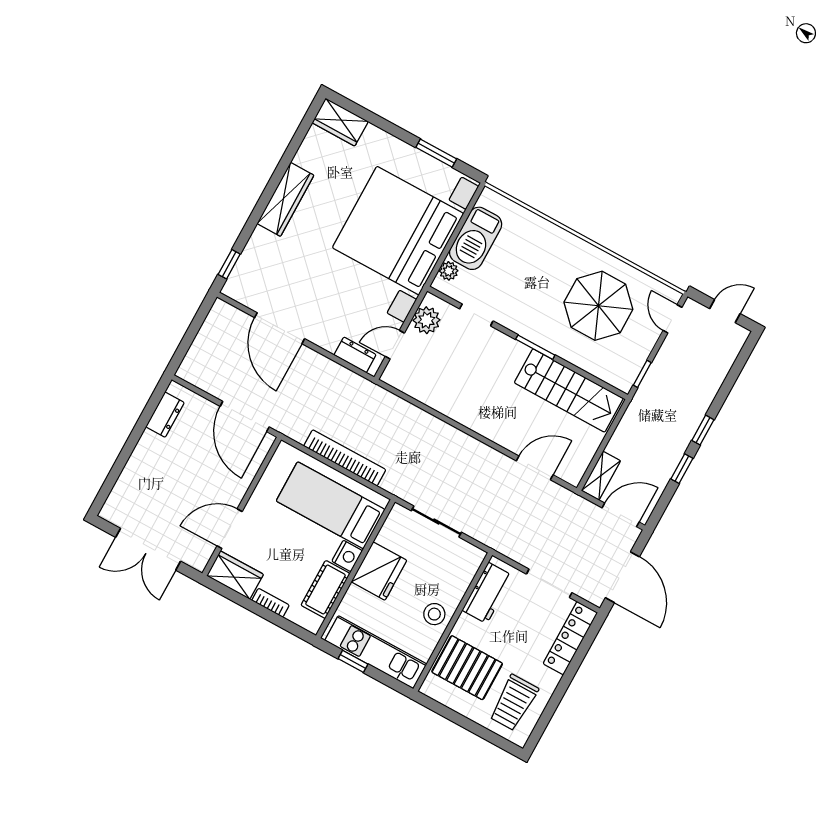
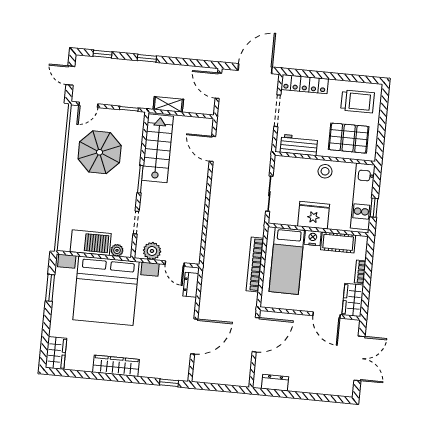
window: (682, 469) -> (102, 54), moved
shelving: (601, 476) -> (168, 104), moved
pallet: (467, 668) -> (349, 138), turned 90

